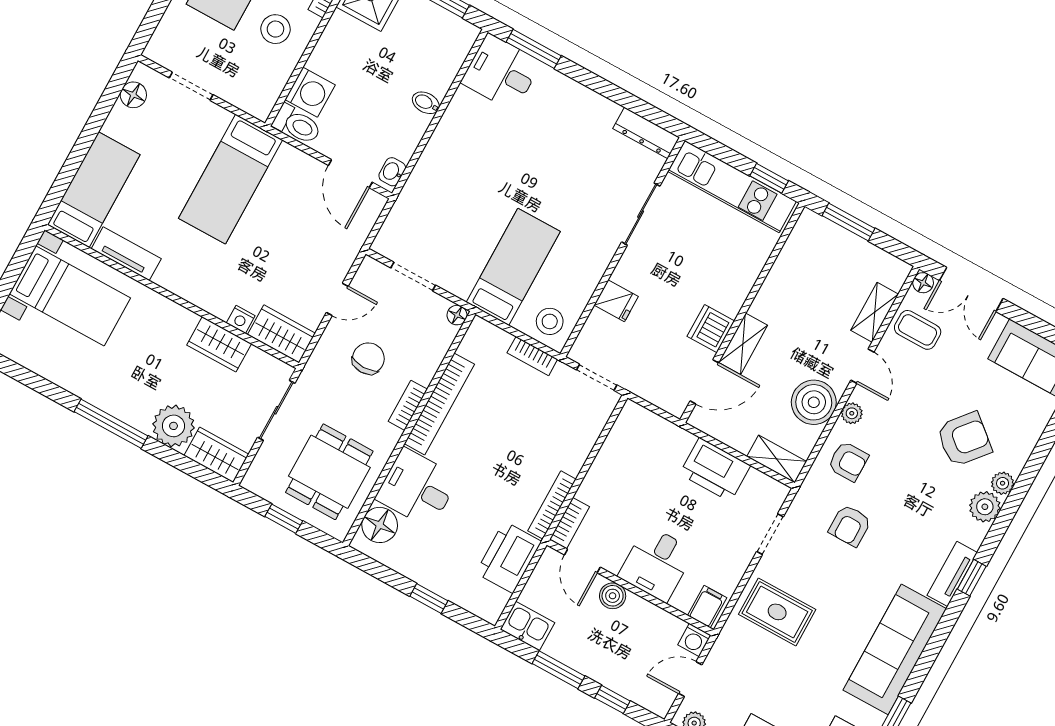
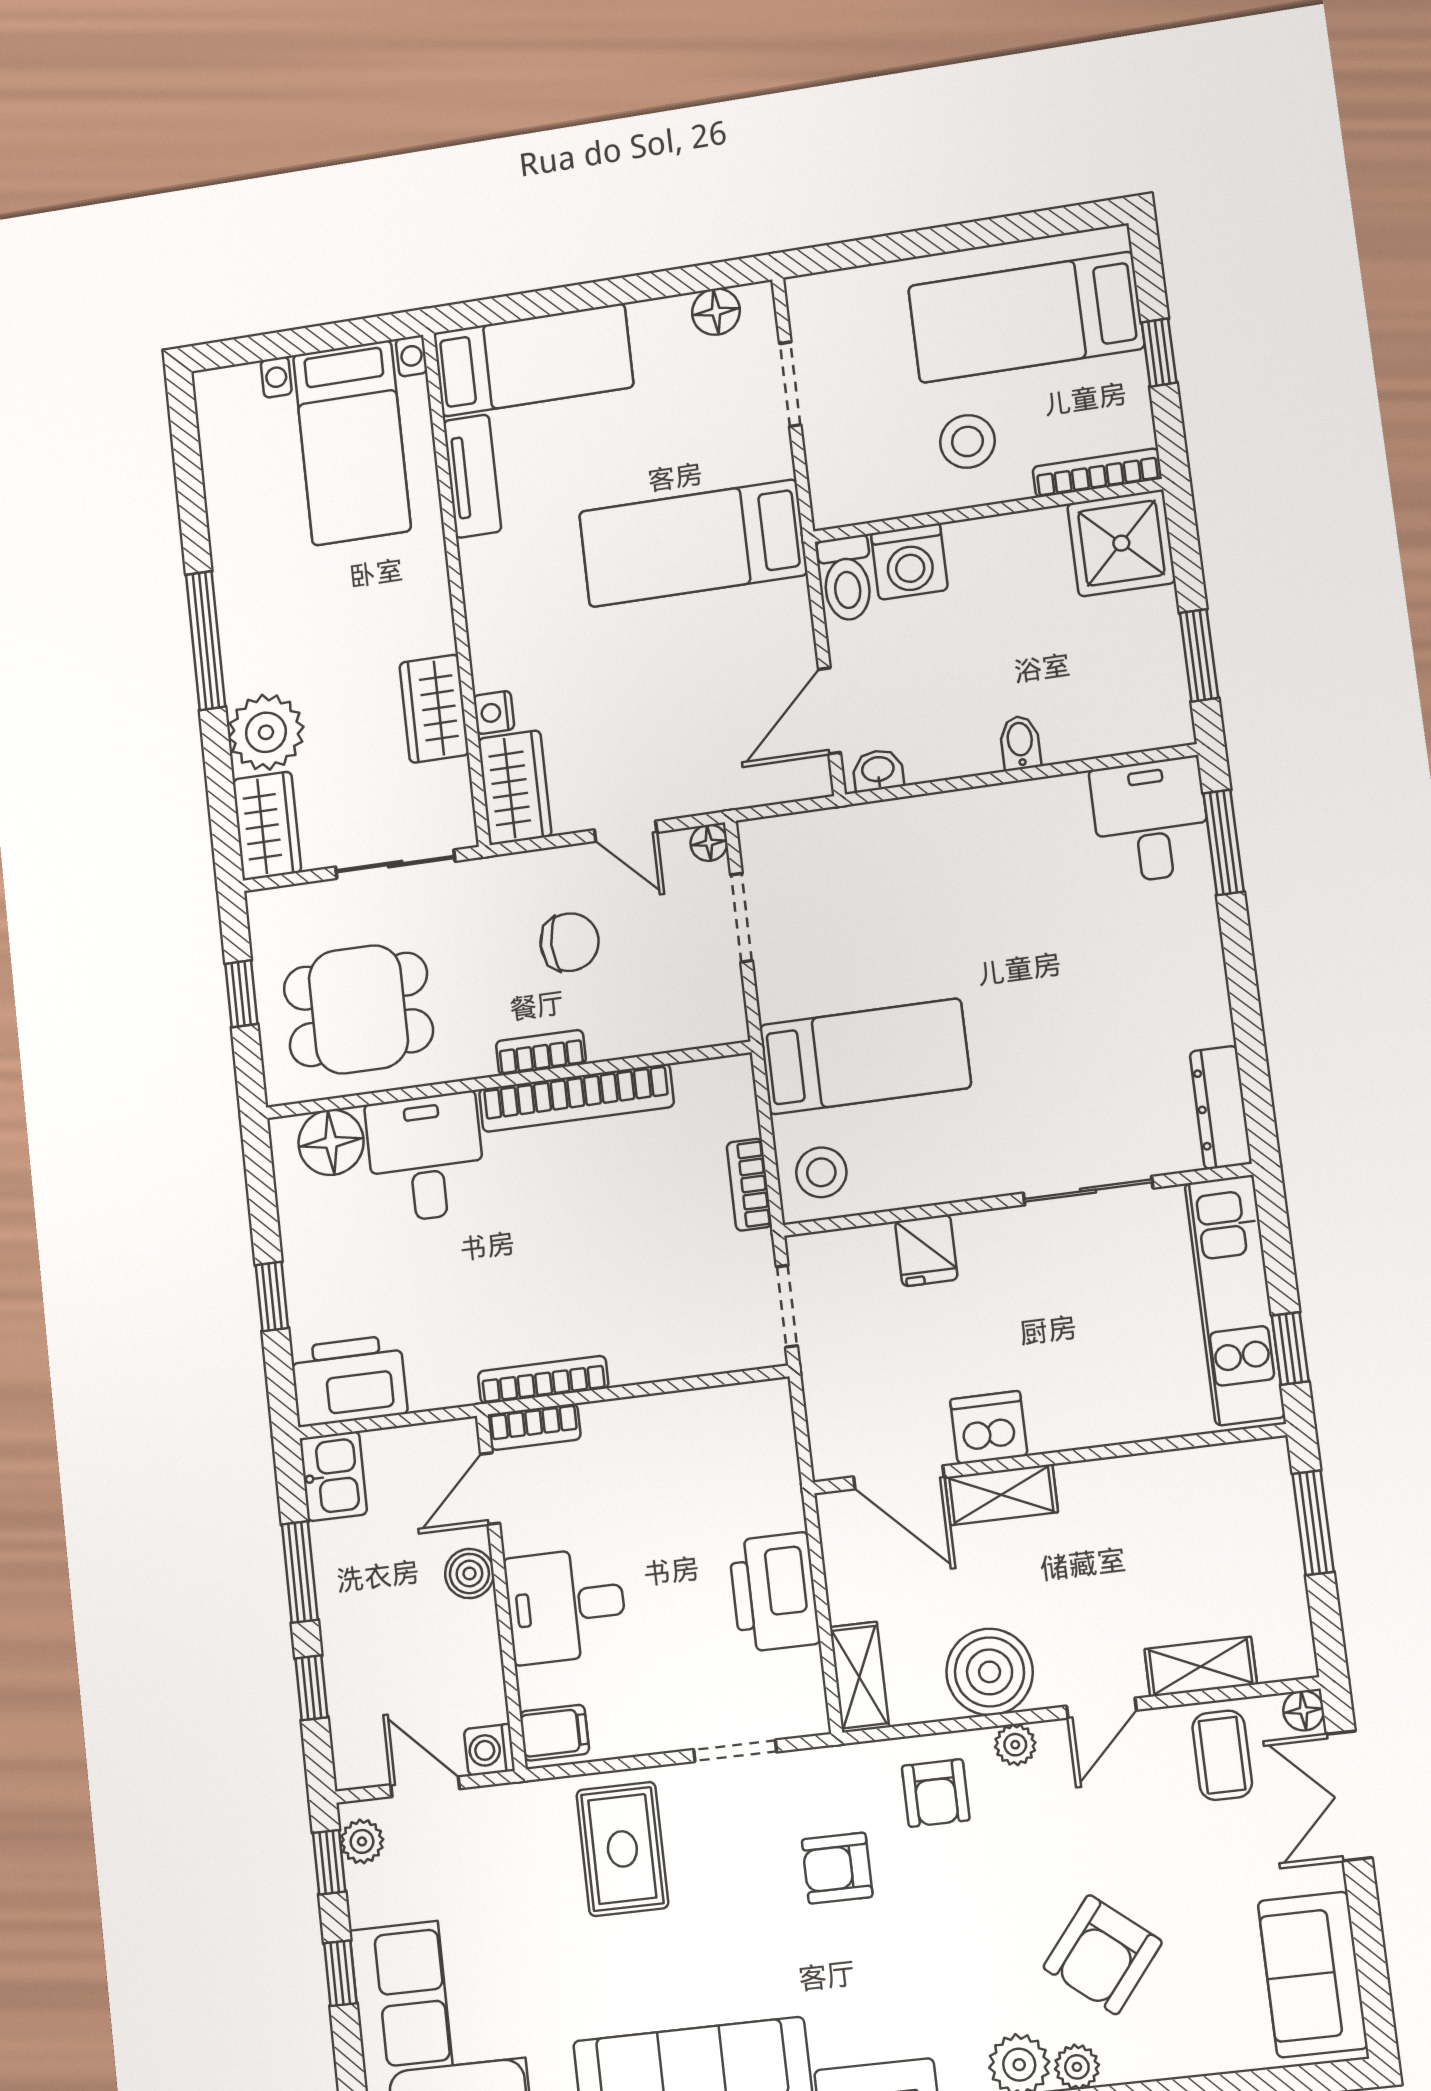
floor lamp: (457, 315) -> (709, 843), moved
armchair: (964, 439) -> (1103, 1955), turned 89
printer: (509, 557) -> (349, 1381), moved

